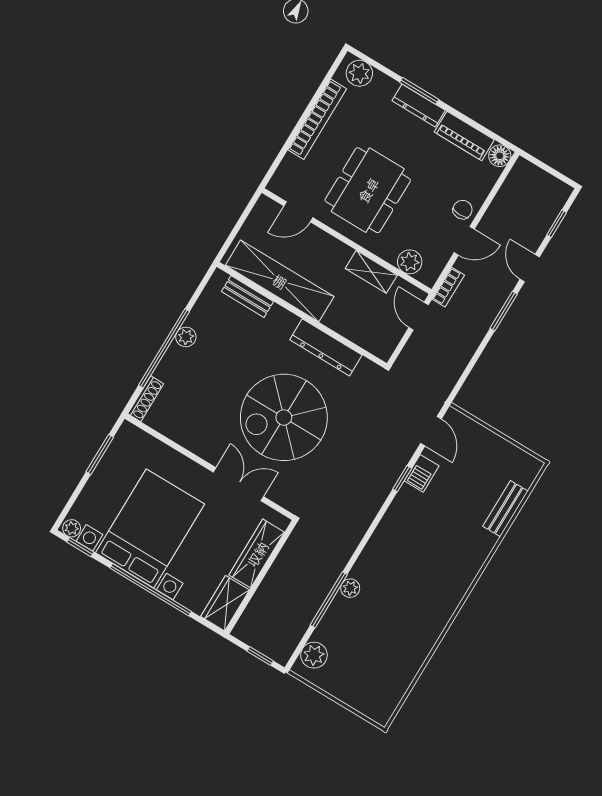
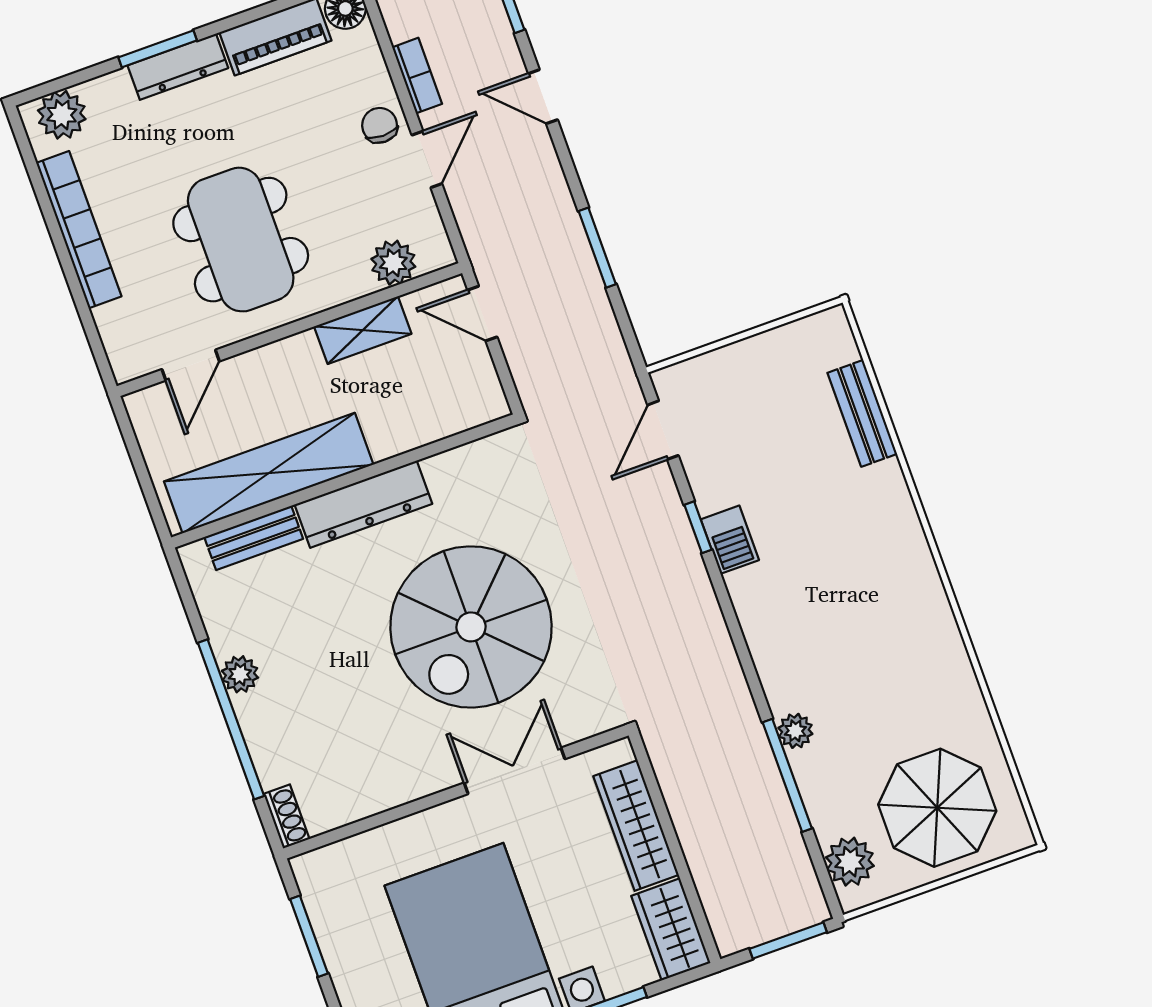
bookcase: (448, 287) -> (417, 76), moved
window: (504, 311) -> (597, 248), moved
dresser: (326, 347) -> (363, 504), moved
shoe rack: (146, 399) -> (286, 817), width x0.70
door: (431, 431) -> (663, 430), swing flipped
barbecue: (422, 473) -> (730, 540), moved
window: (260, 656) -> (788, 940), width x1.50
parasol: (366, 673) -> (937, 808), added

